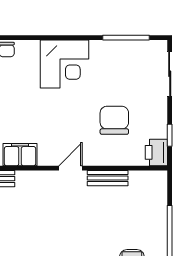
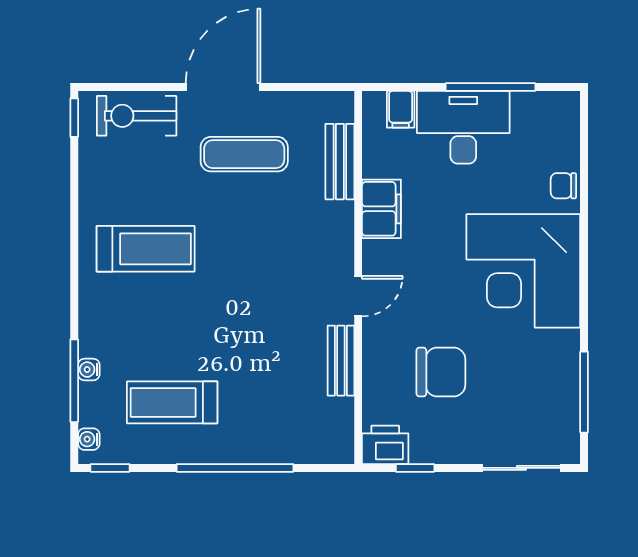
corner desk: (65, 64) -> (523, 271), width x1.36, depth x1.36
door: (70, 168) -> (358, 296), hinge flipped

